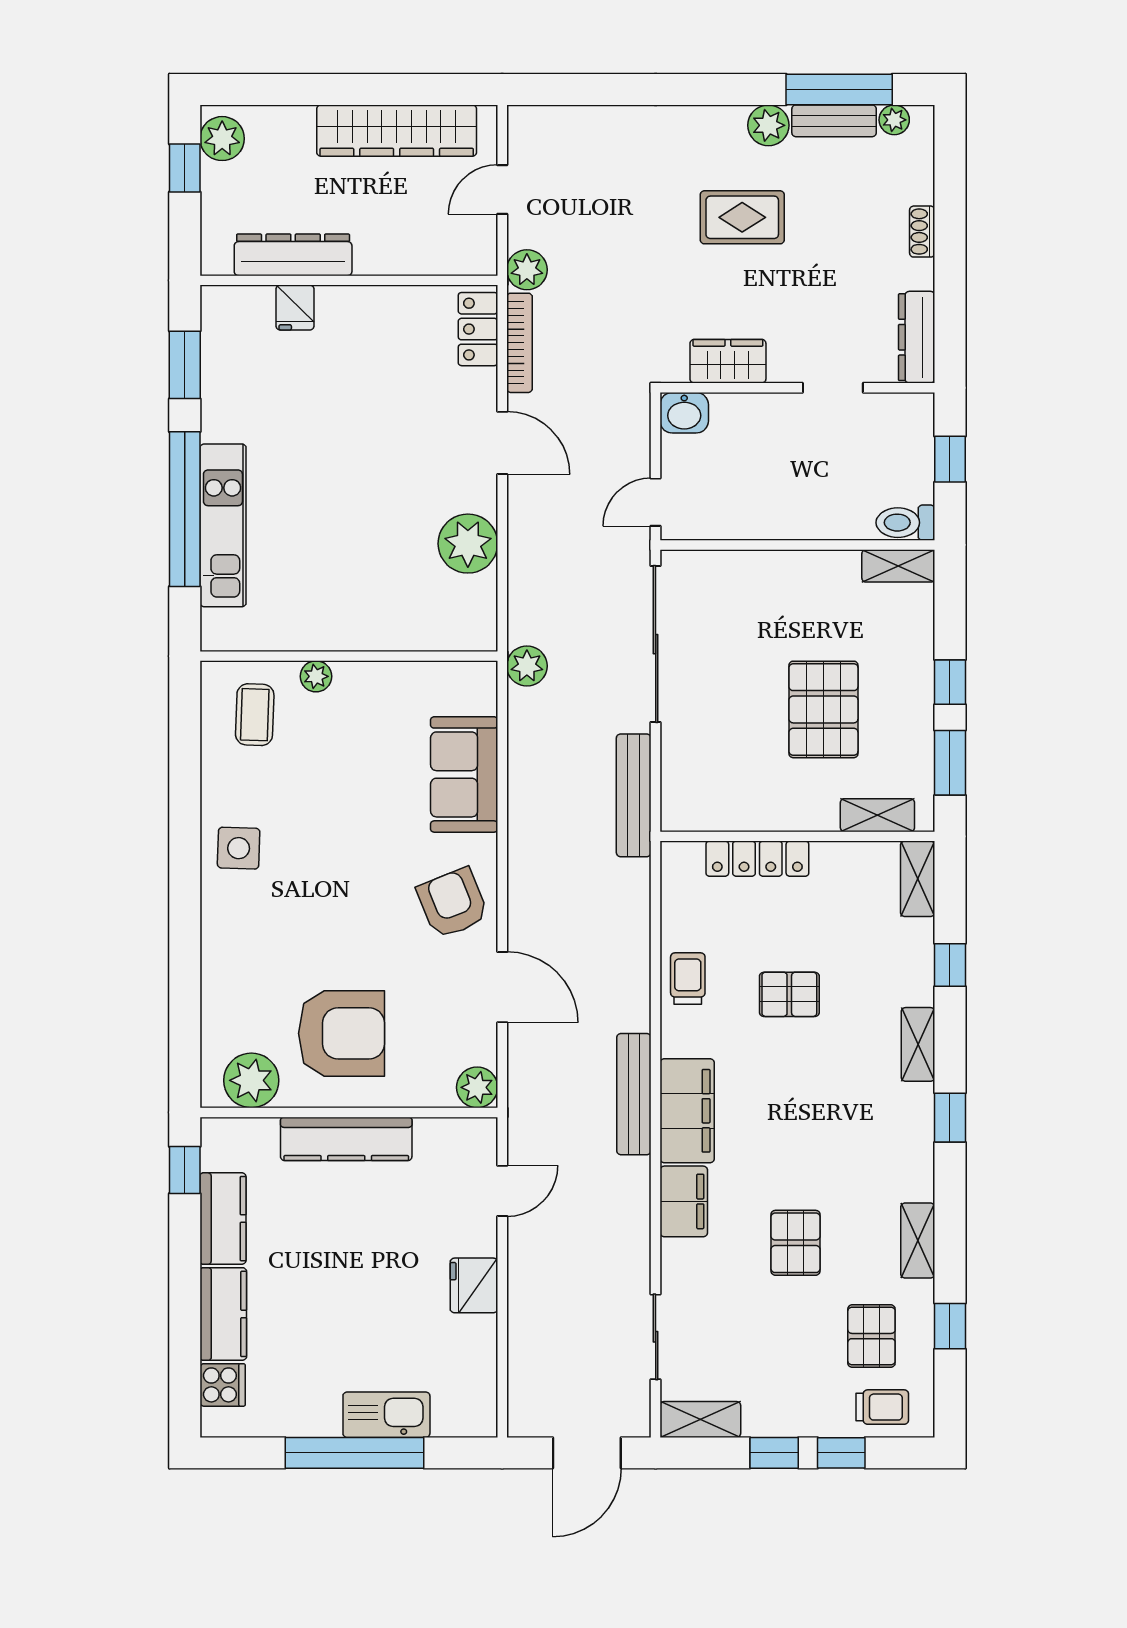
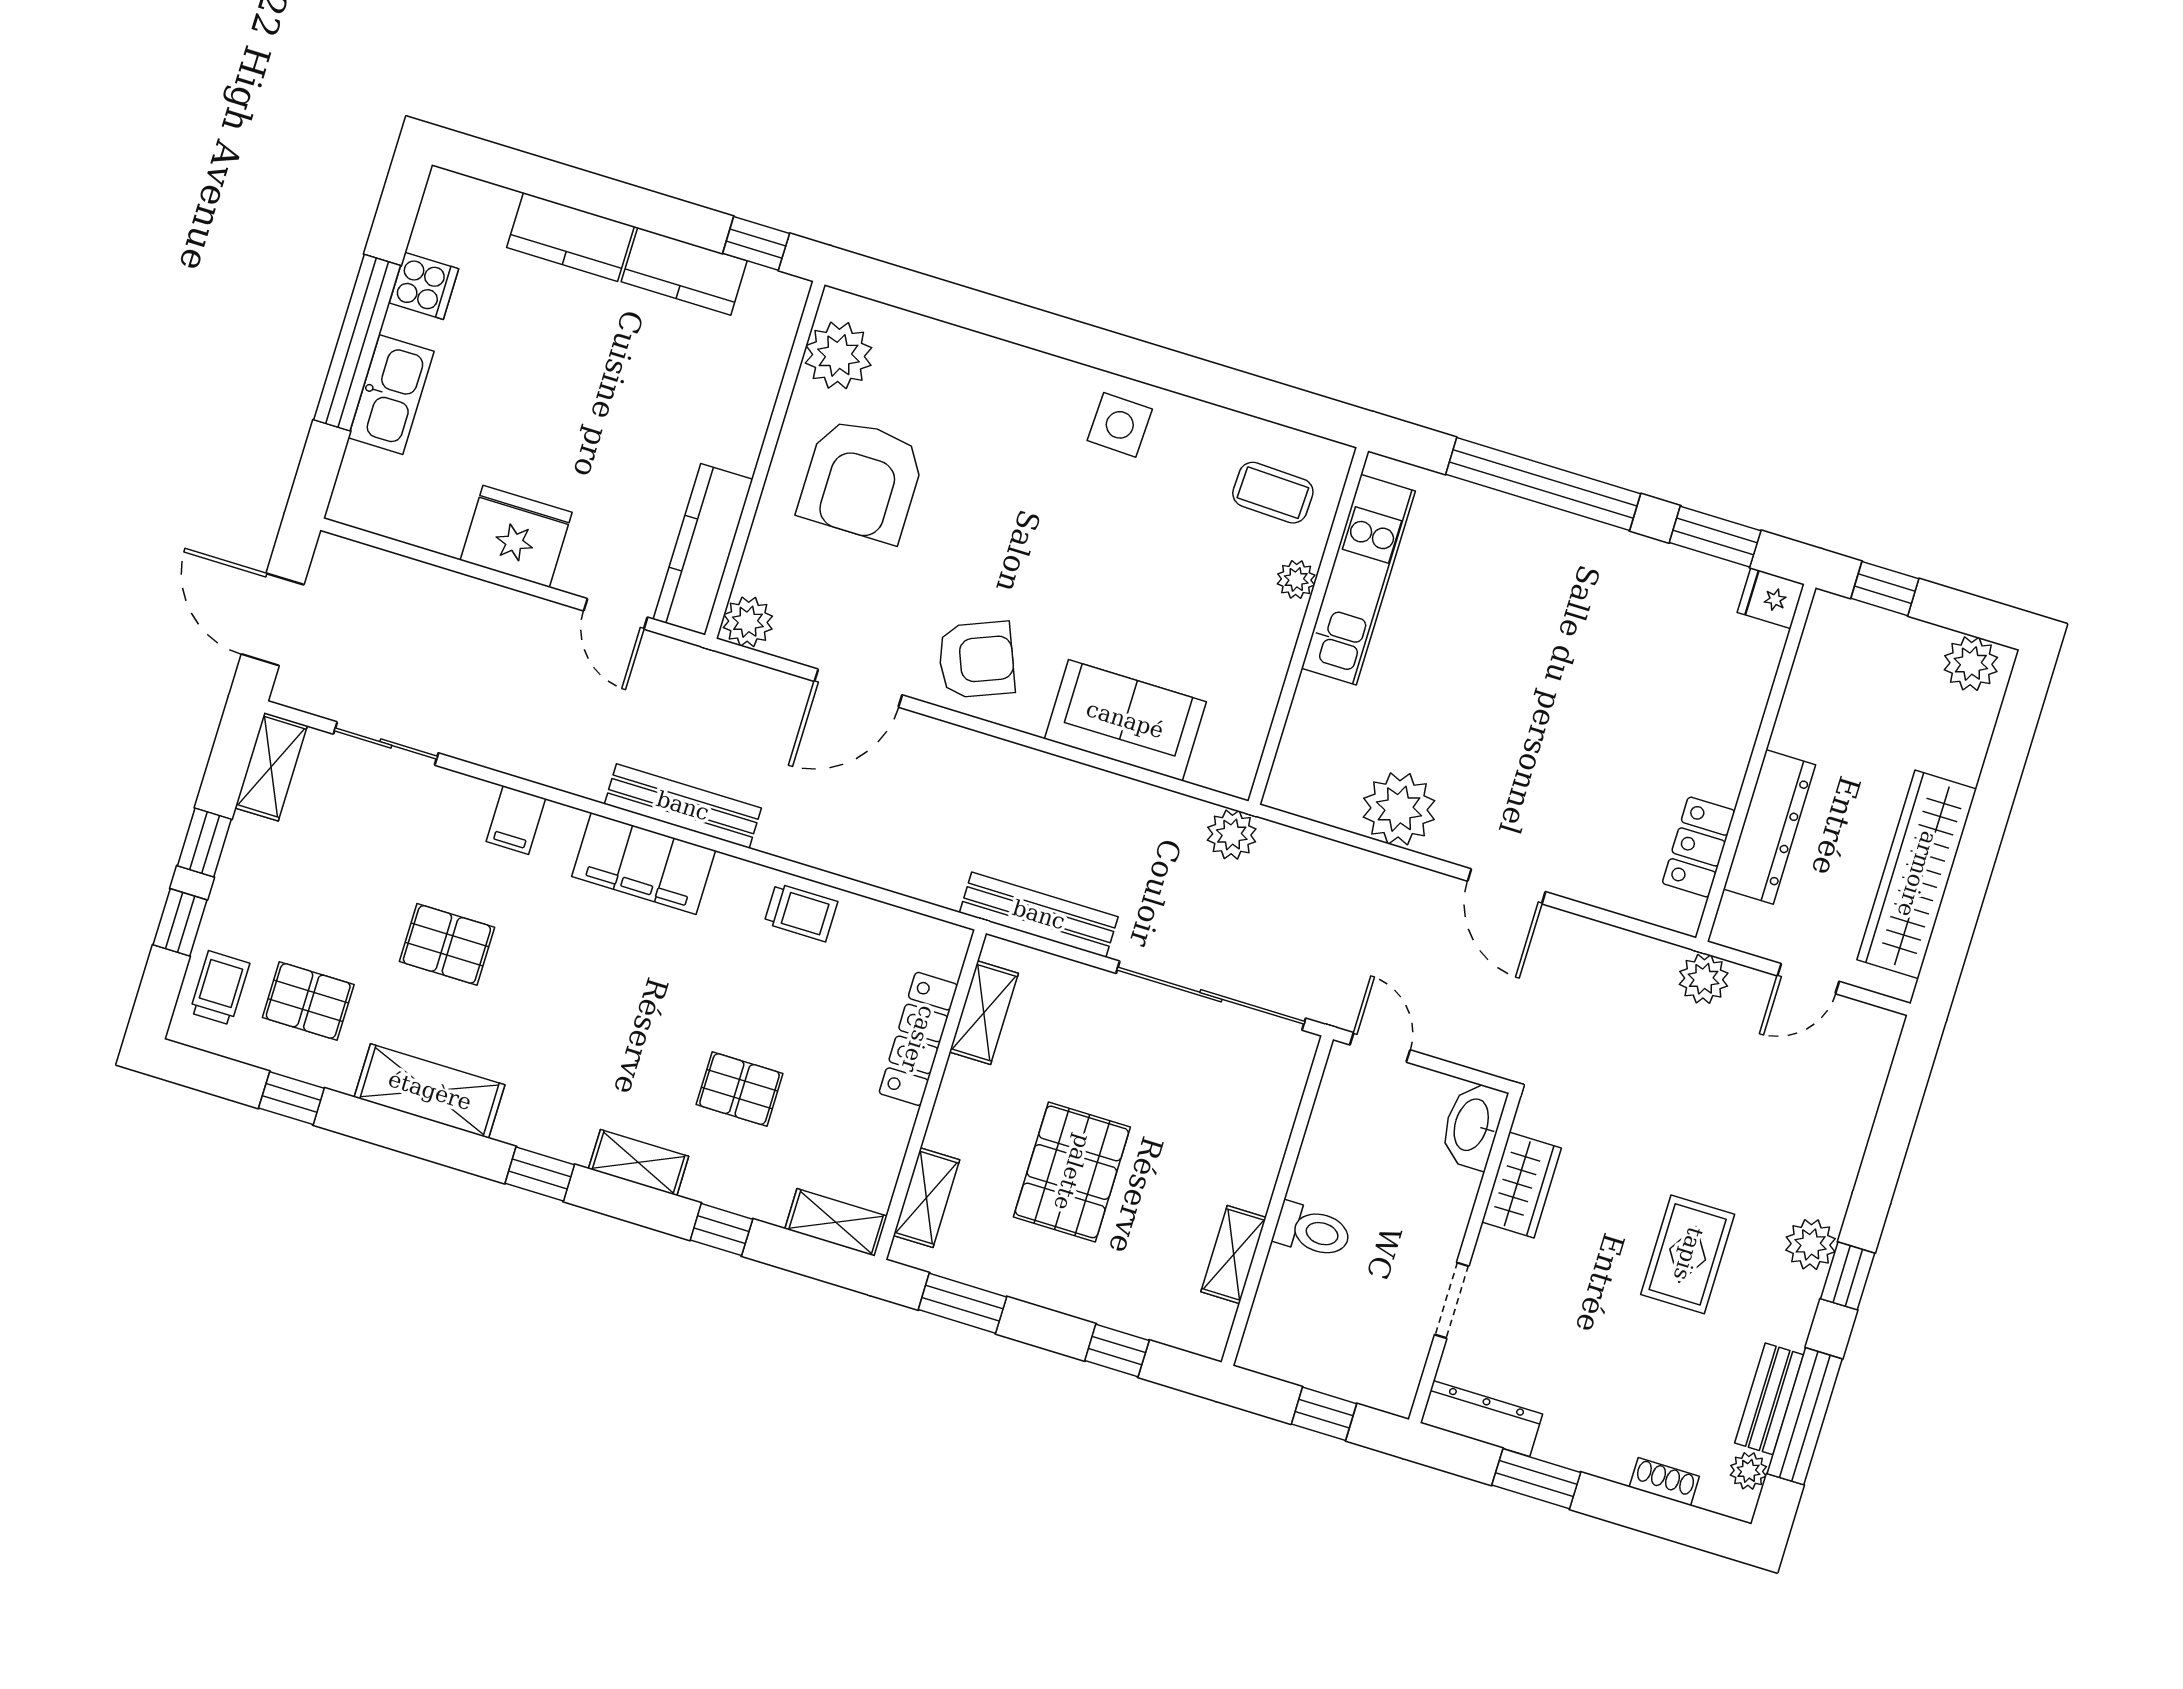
window: (721, 89) -> (1848, 1276), added
plant: (768, 125) -> (1811, 1244), moved
window: (185, 168) -> (1885, 589), moved
door: (502, 189) -> (1808, 979), swing flipped
shoe rack: (922, 232) -> (1664, 1482), moved
dresser: (293, 255) -> (1769, 827), moved
window: (950, 281) -> (1536, 1479), added
fridge: (295, 308) -> (1771, 598), moved
locker: (478, 329) -> (1699, 847), moved, turned -90
bookcase: (519, 343) -> (1619, 943), removed
washbasin: (684, 413) -> (1473, 1125), width x1.38
door: (502, 443) -> (1507, 886), hinge flipped
toilet: (905, 523) -> (1312, 1231), moved, turned 90
kitchen unit: (223, 525) -> (1358, 580), moved, turned -90
shelving: (898, 566) -> (1234, 1255), moved
window: (950, 682) -> (1117, 1350), moved
pallet: (823, 709) -> (1072, 1172), turned 90
shelving: (722, 814) -> (984, 1013), added
pallet: (789, 994) -> (740, 1089), moved, turned 90
kitchen counter: (346, 1139) -> (703, 549), moved
filing cabinet: (684, 1201) -> (516, 820), width x0.50
shelving: (918, 1241) -> (430, 1091), width x1.50, depth x1.33
fridge: (474, 1285) -> (516, 536), width x1.36, depth x1.34
cooker: (223, 1385) -> (424, 286), moved, turned -90
trolley: (882, 1407) -> (220, 988), turned 180

